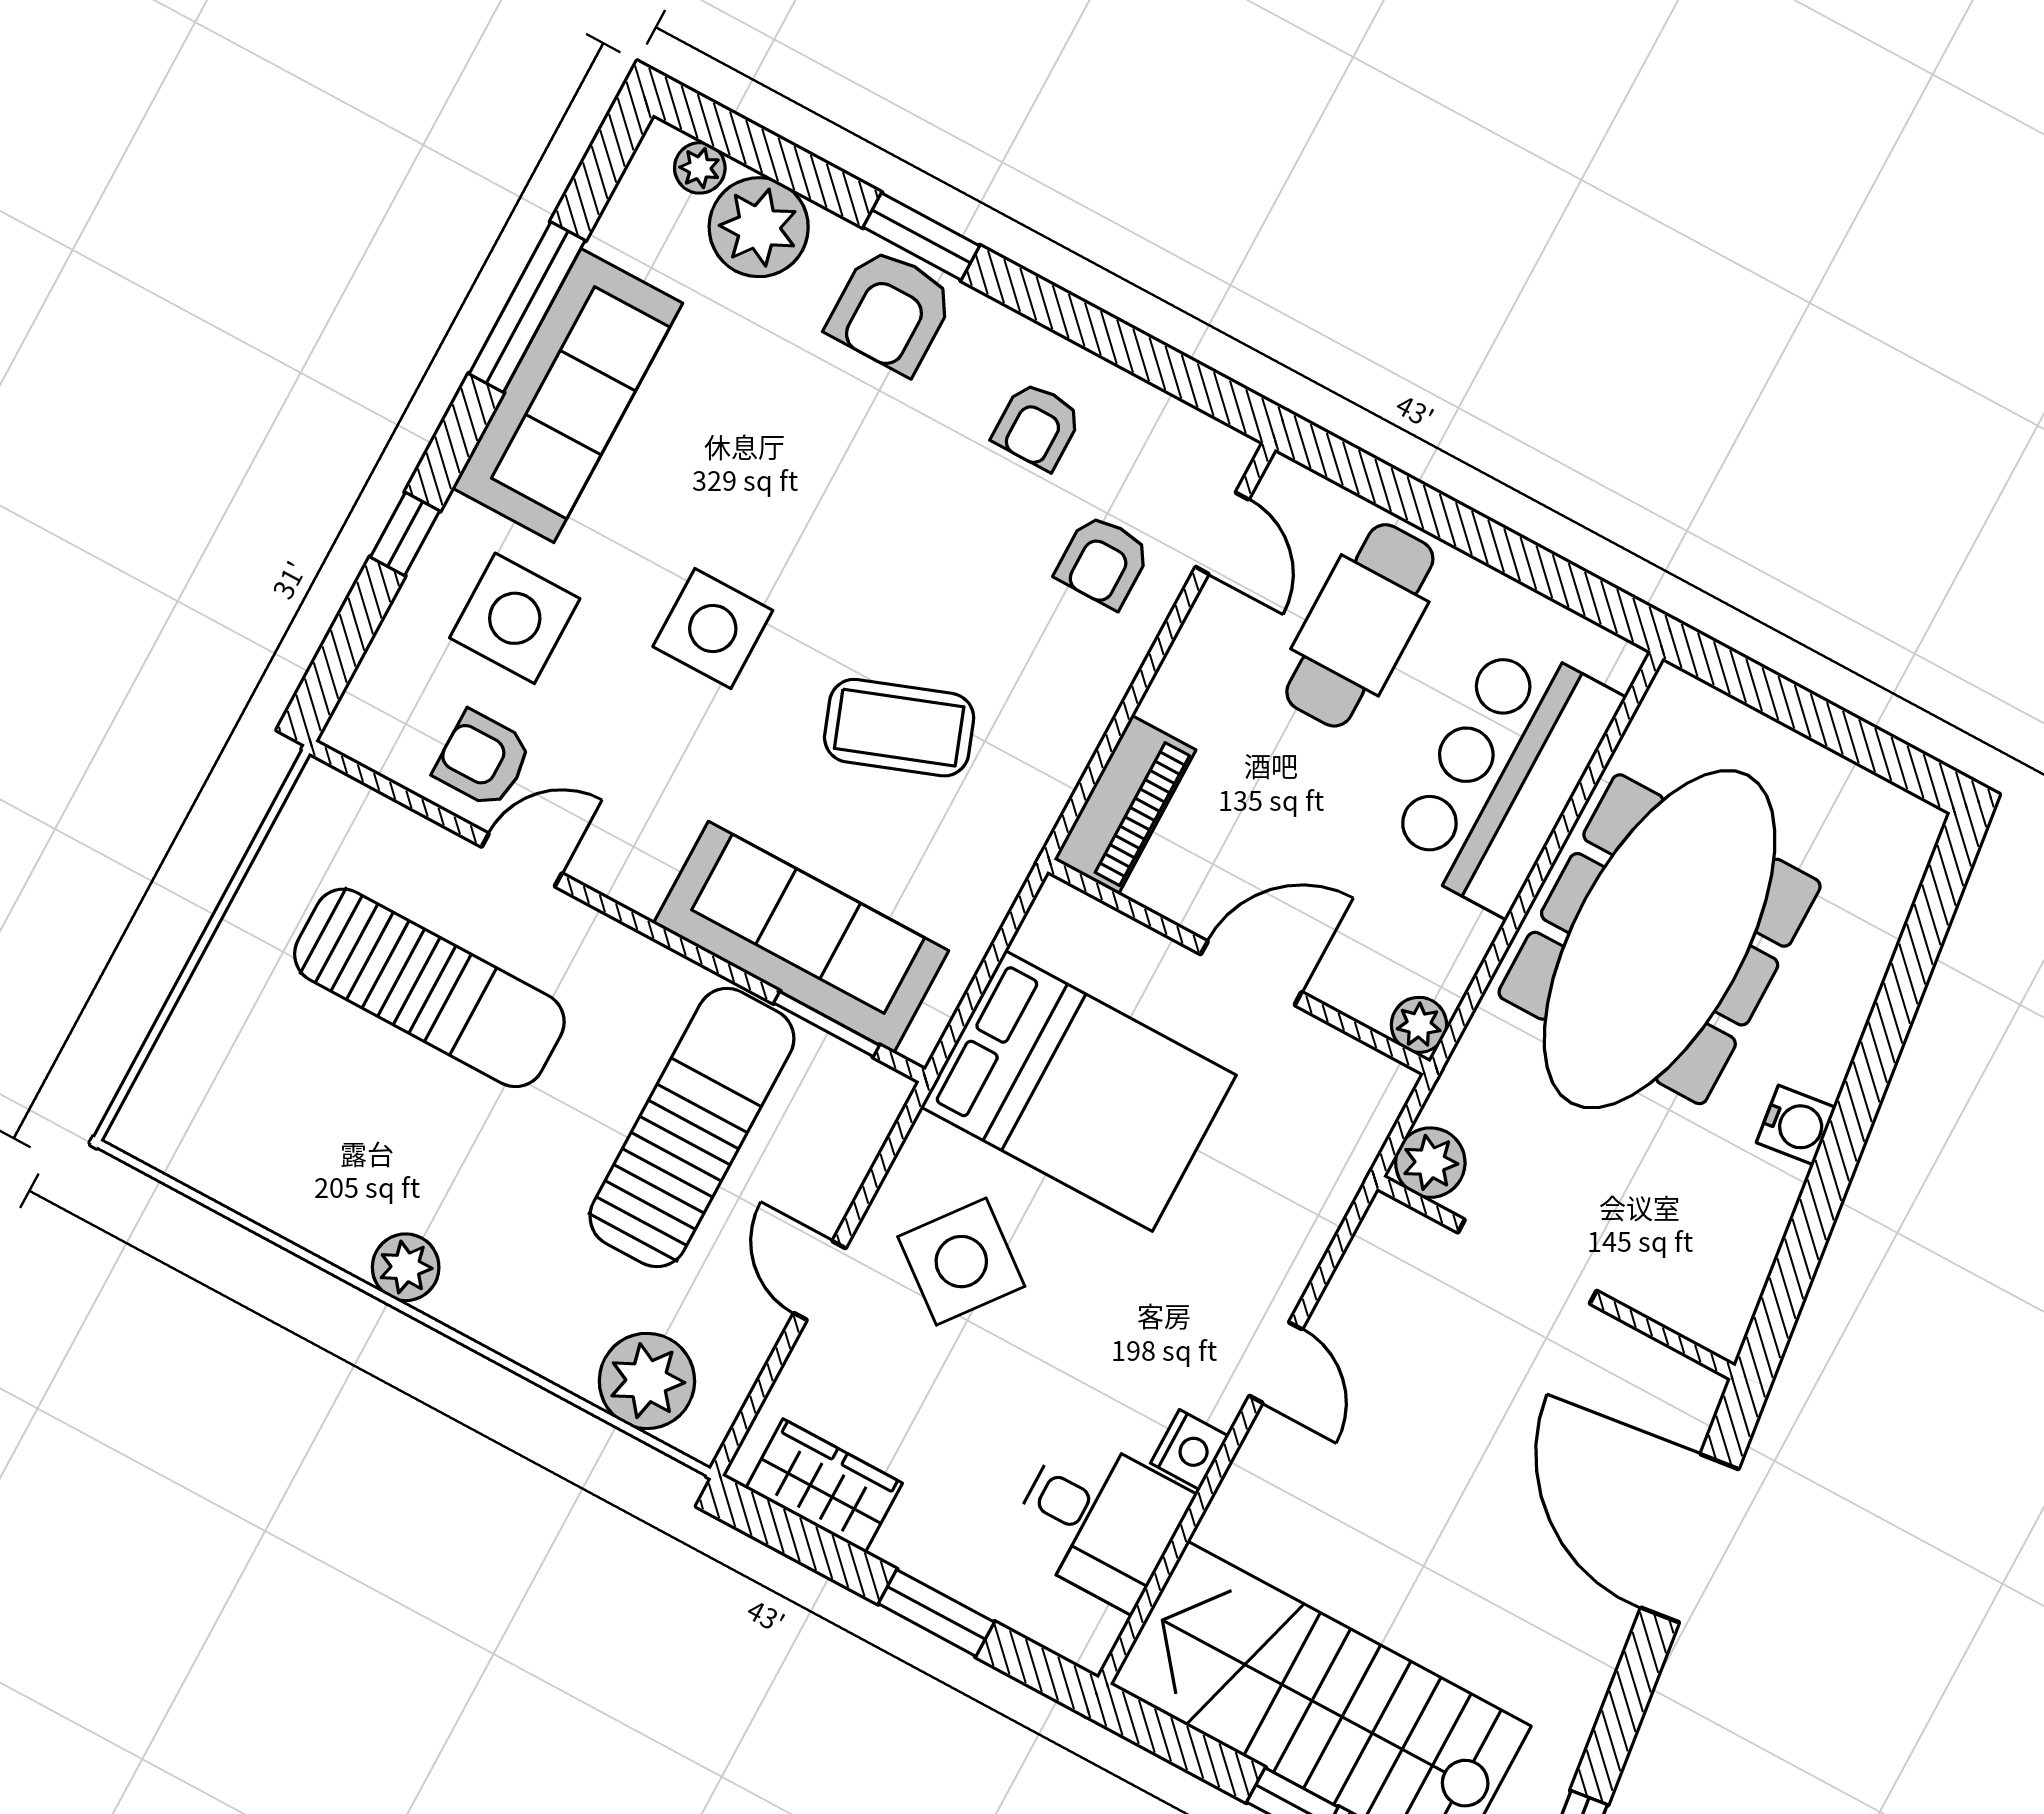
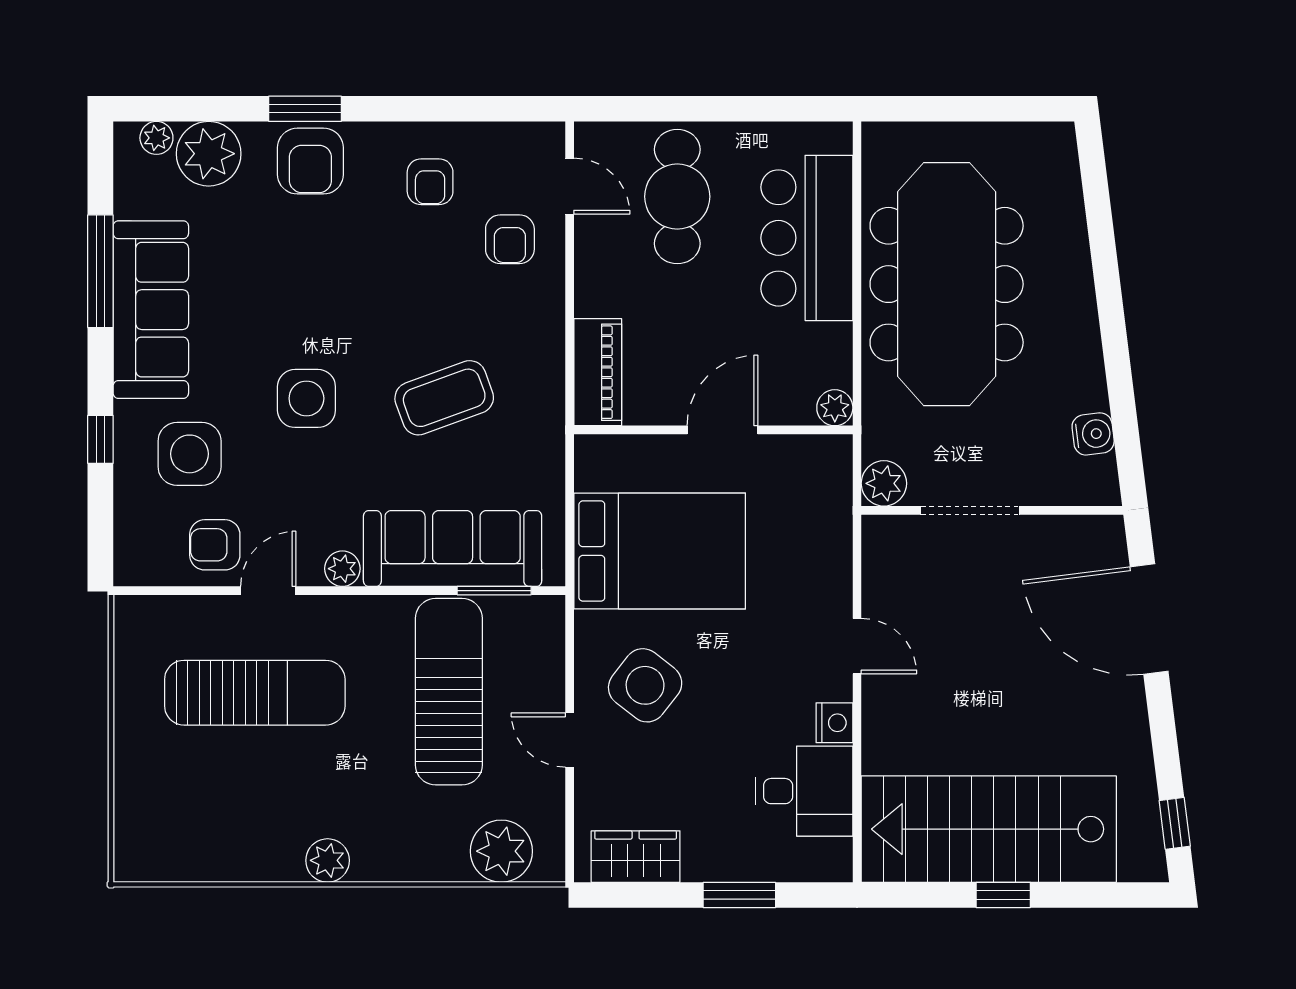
plant: (638, 884) -> (342, 569), added
water cooler: (1796, 1125) -> (1093, 434), moved

